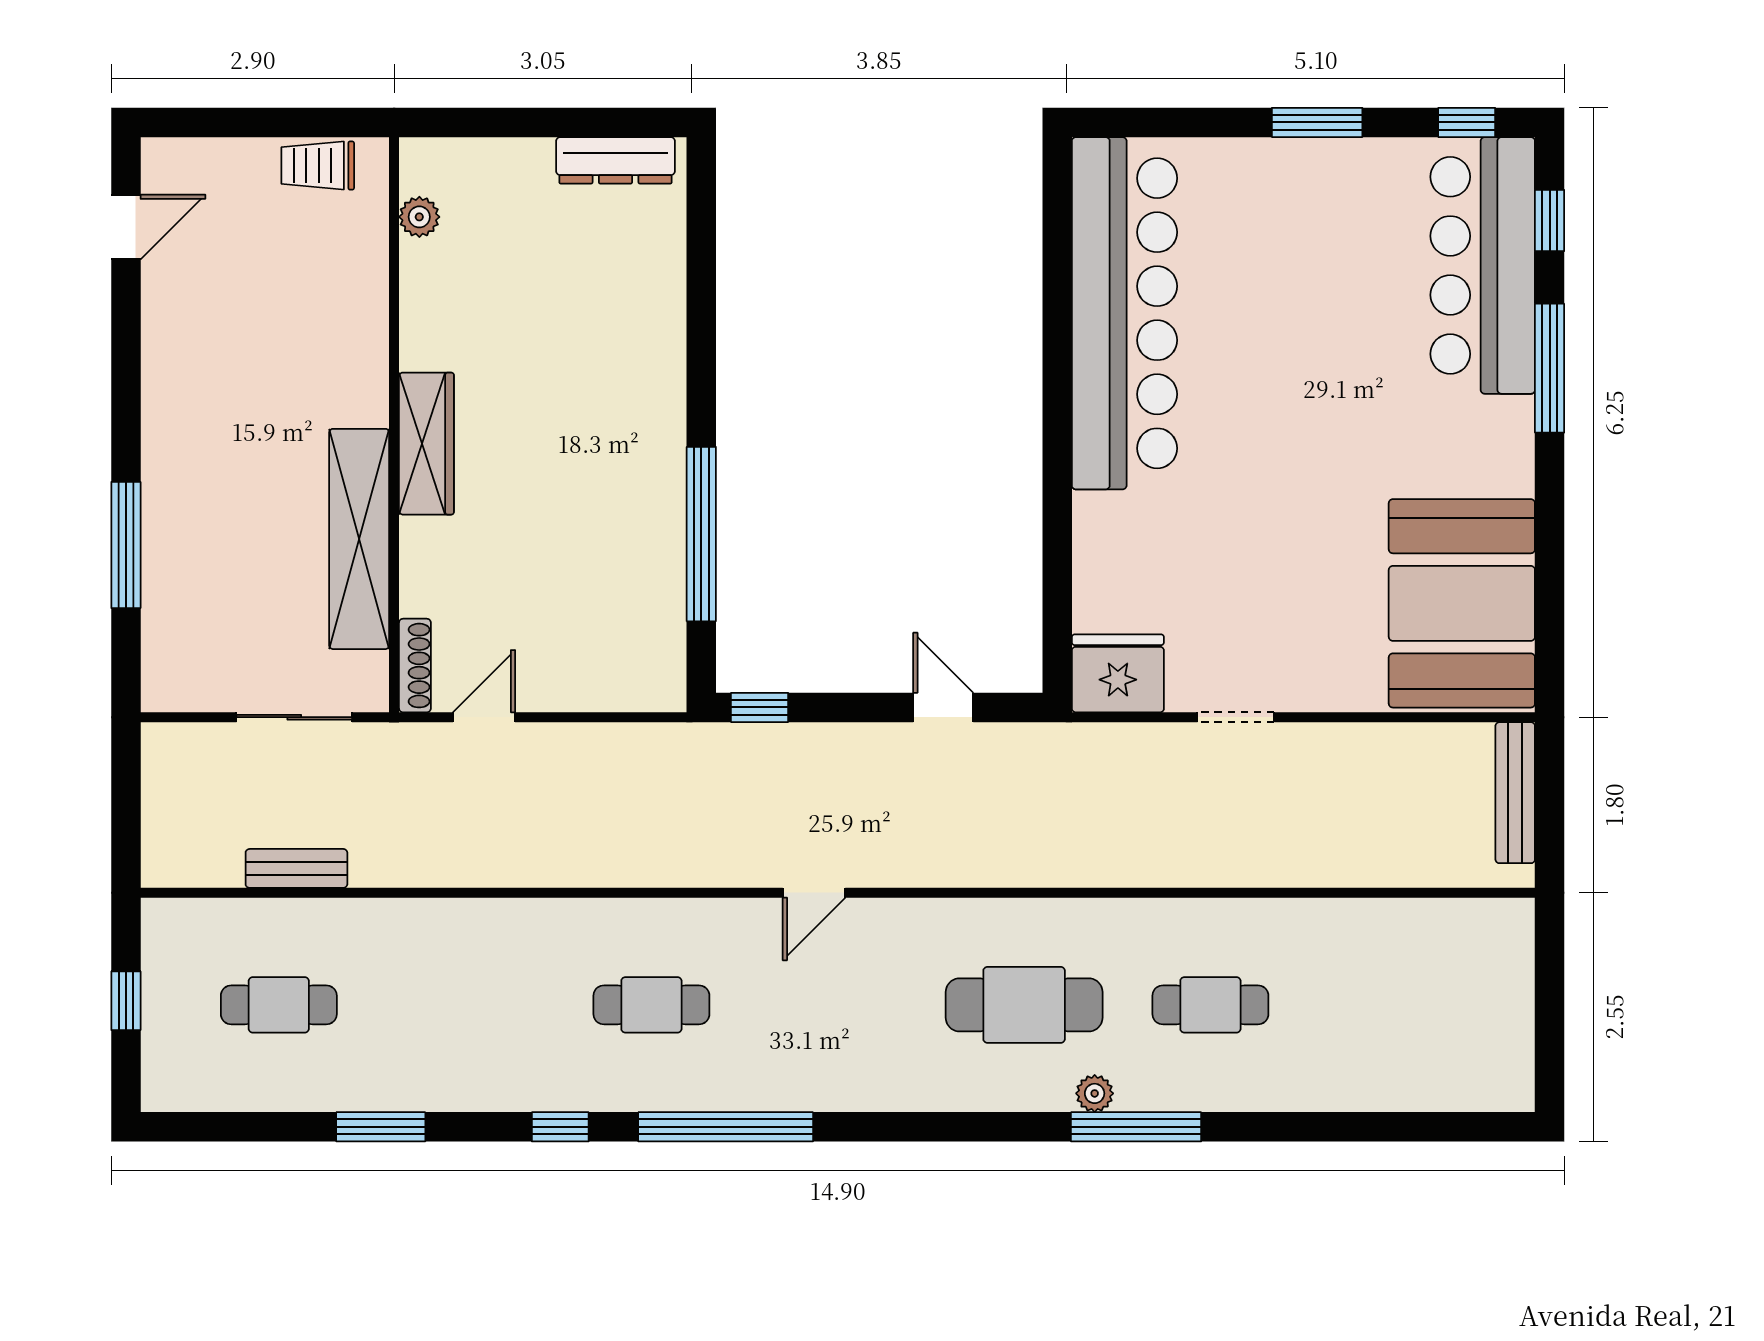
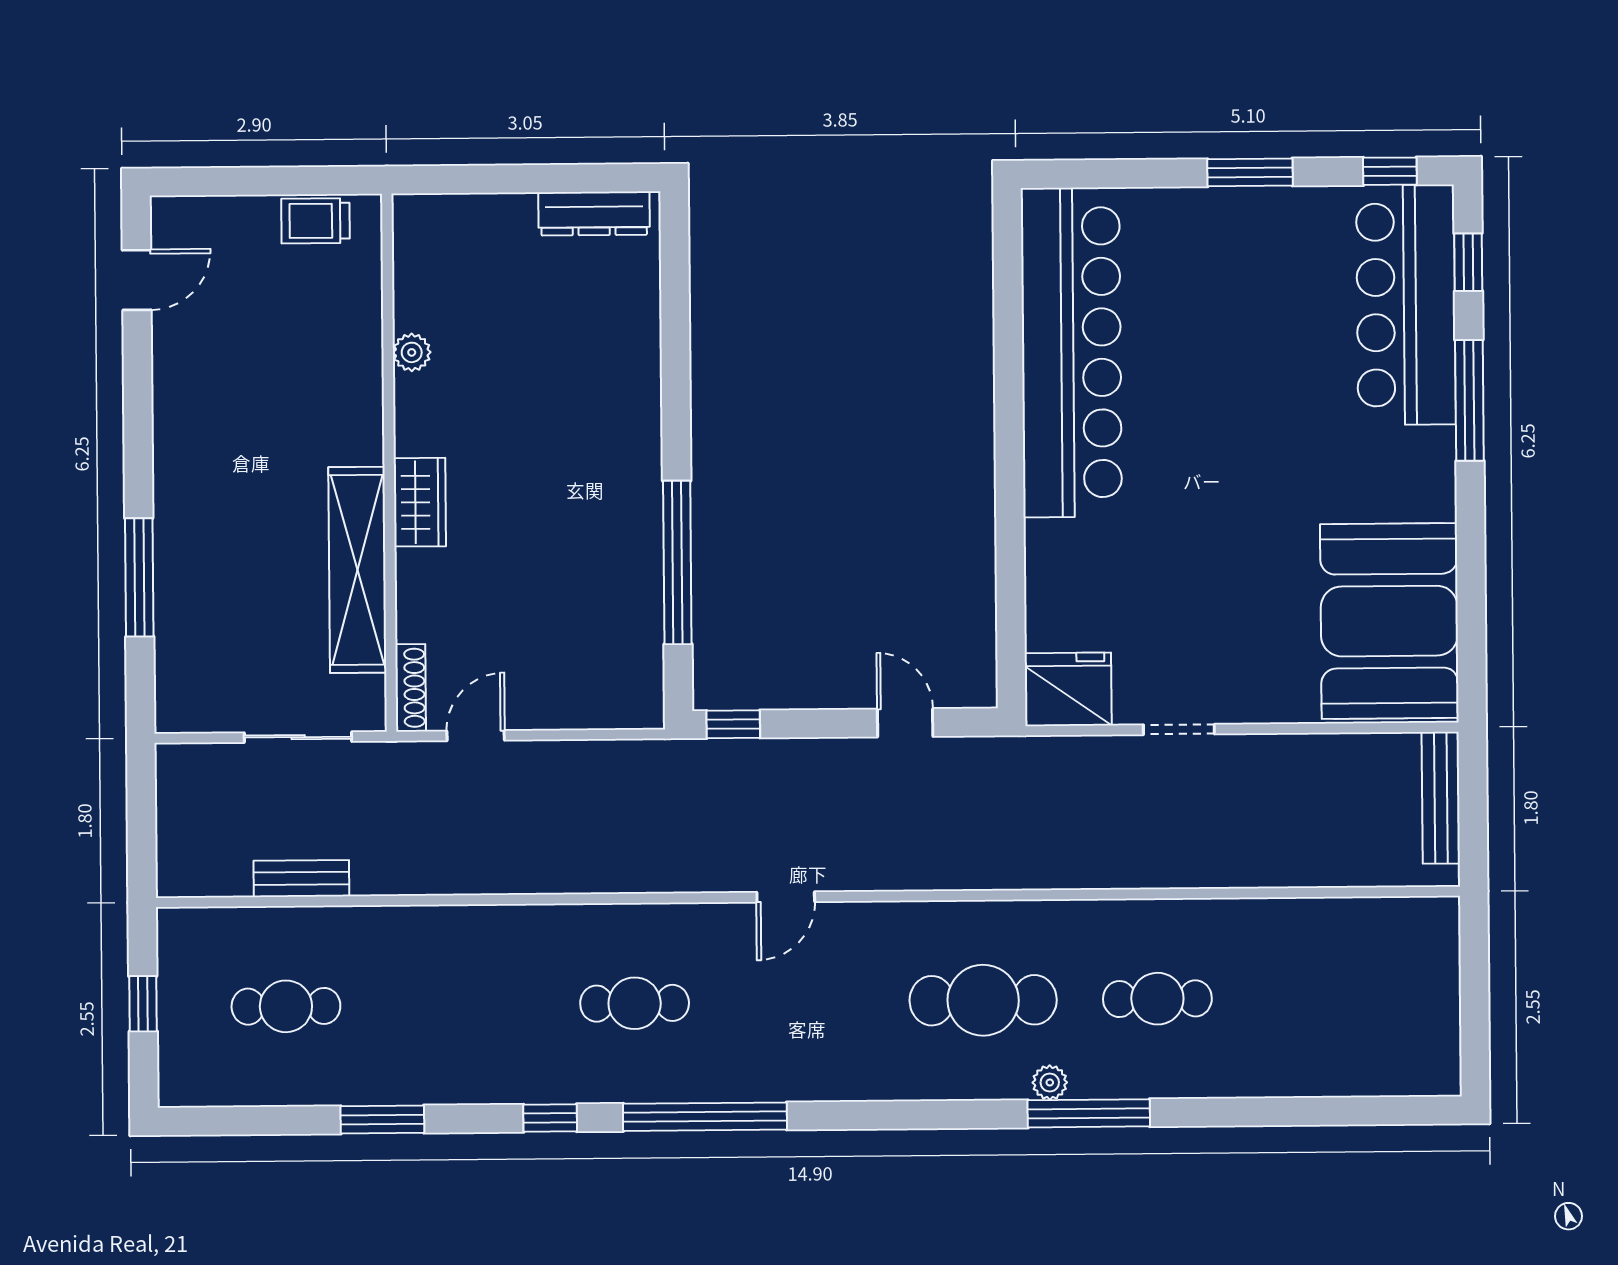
plant: (419, 217) -> (412, 352), moved
wardrobe: (426, 444) -> (420, 502), width x0.67

